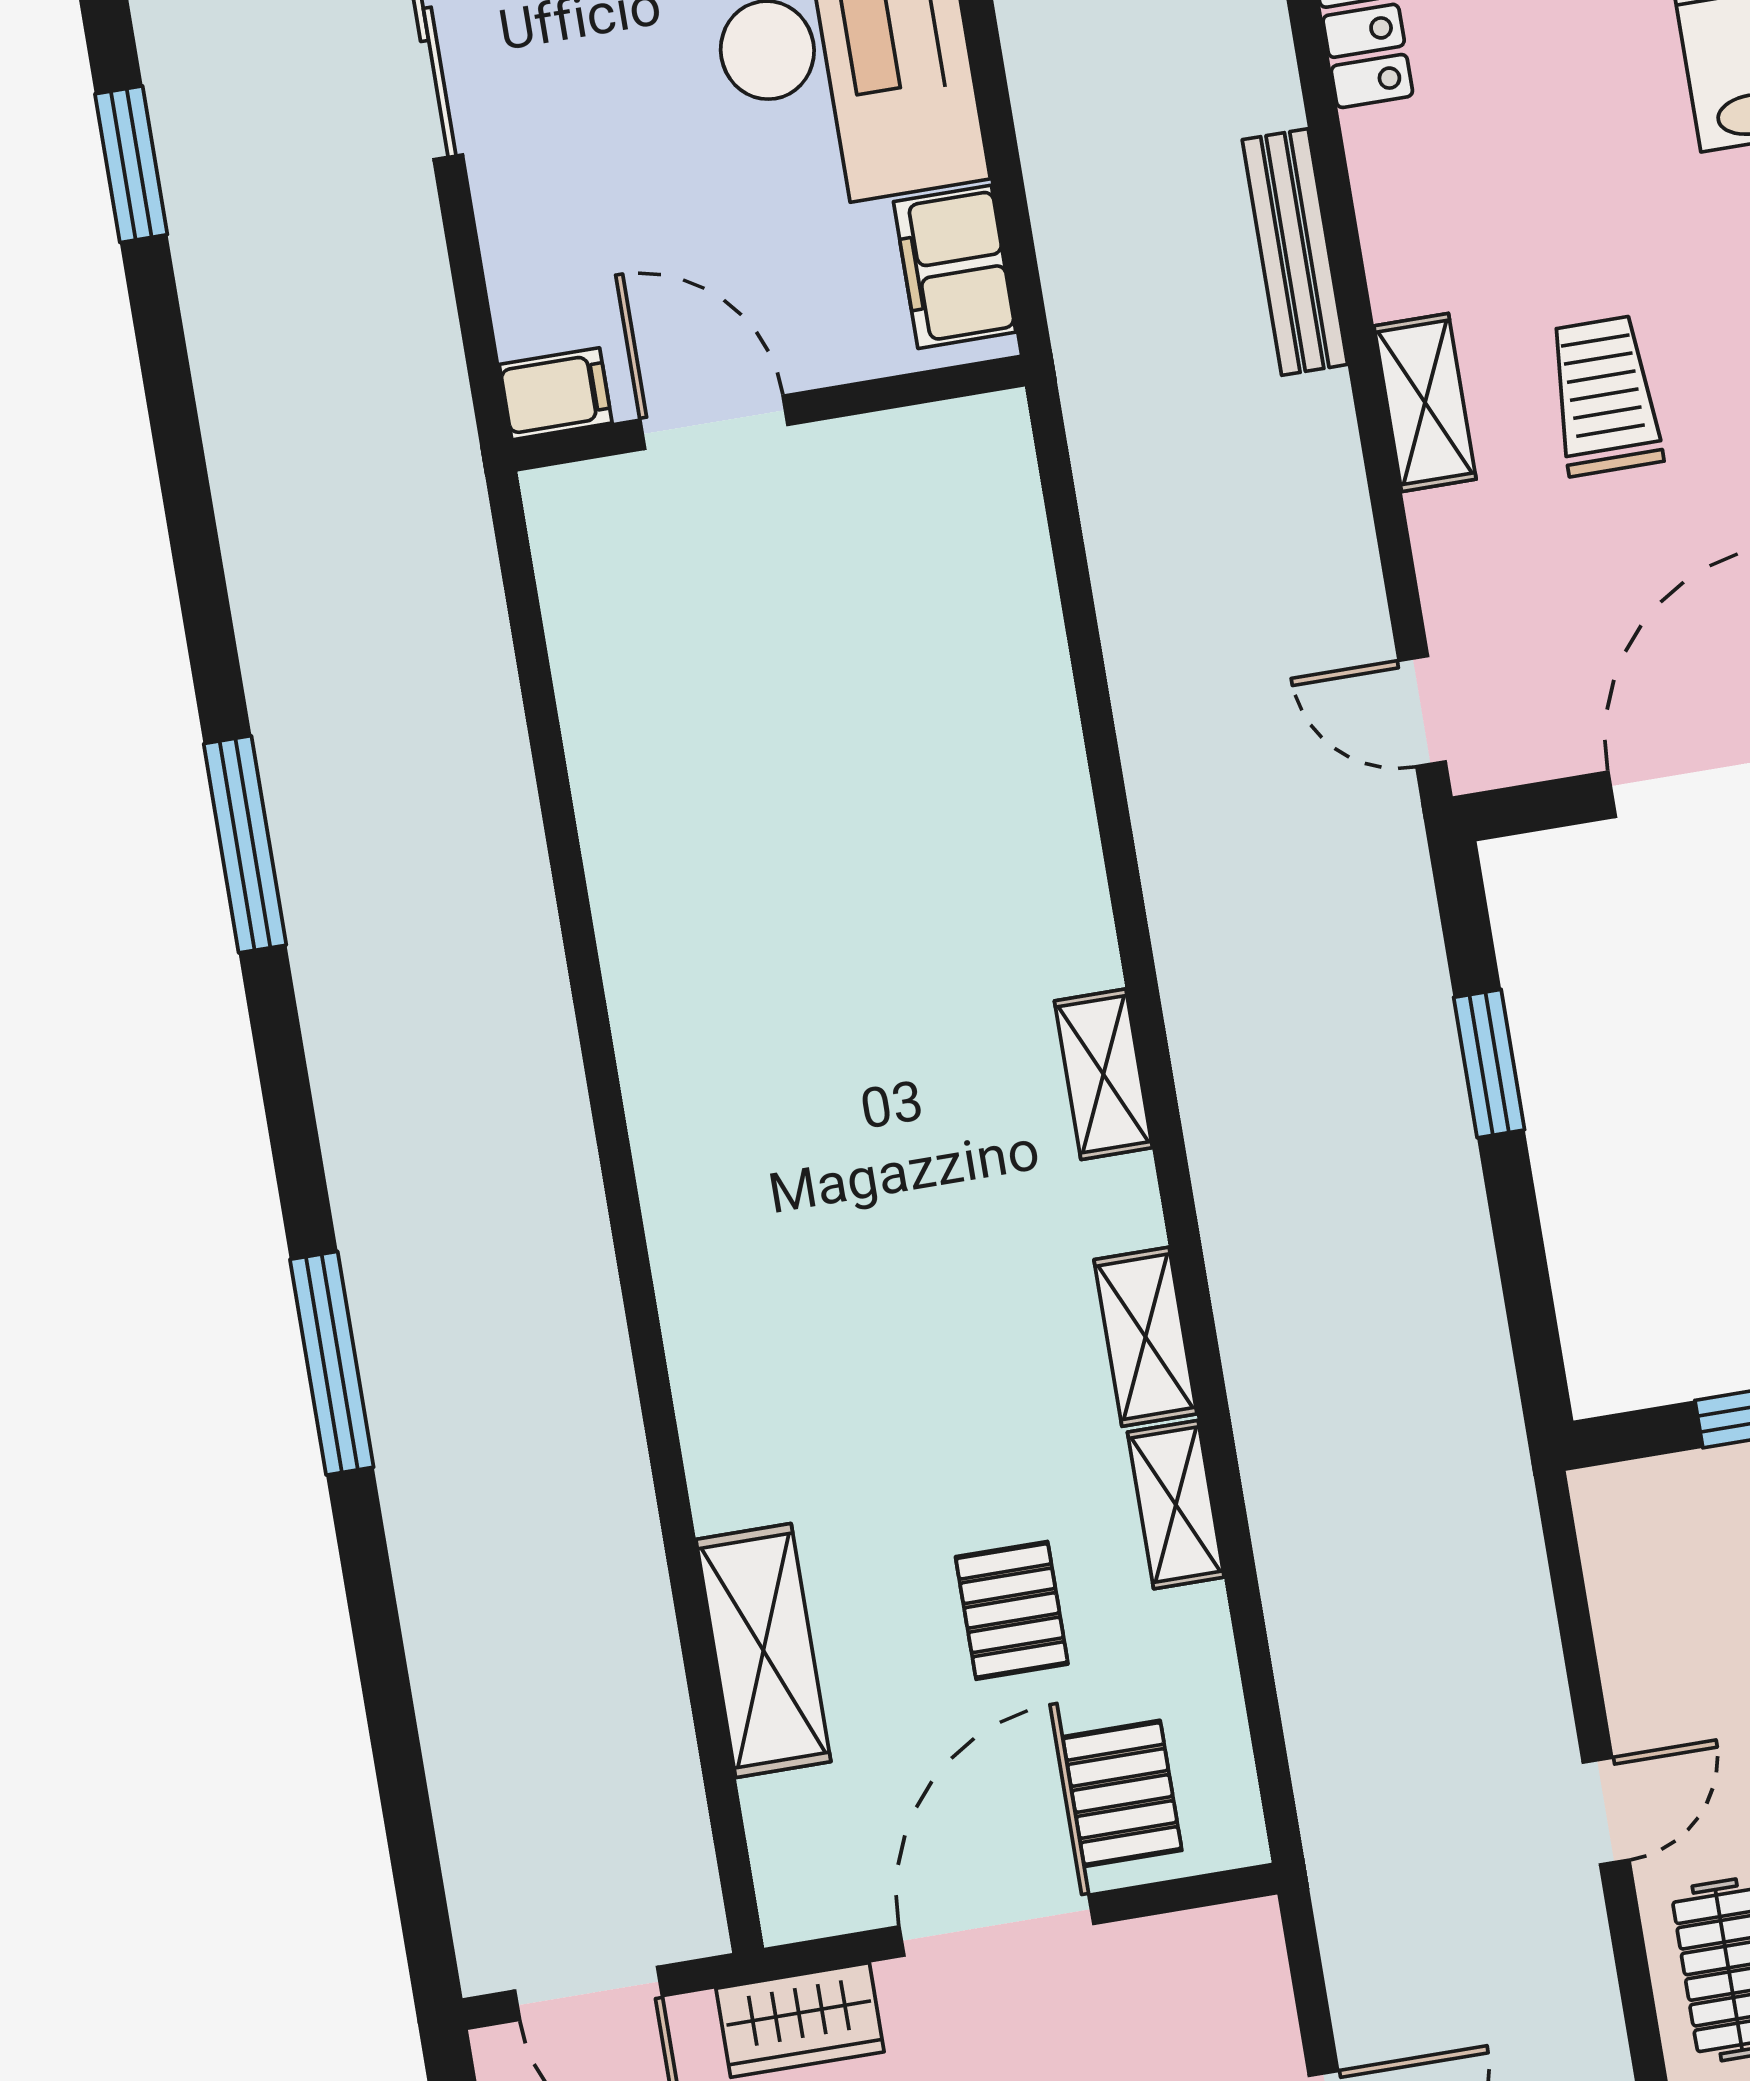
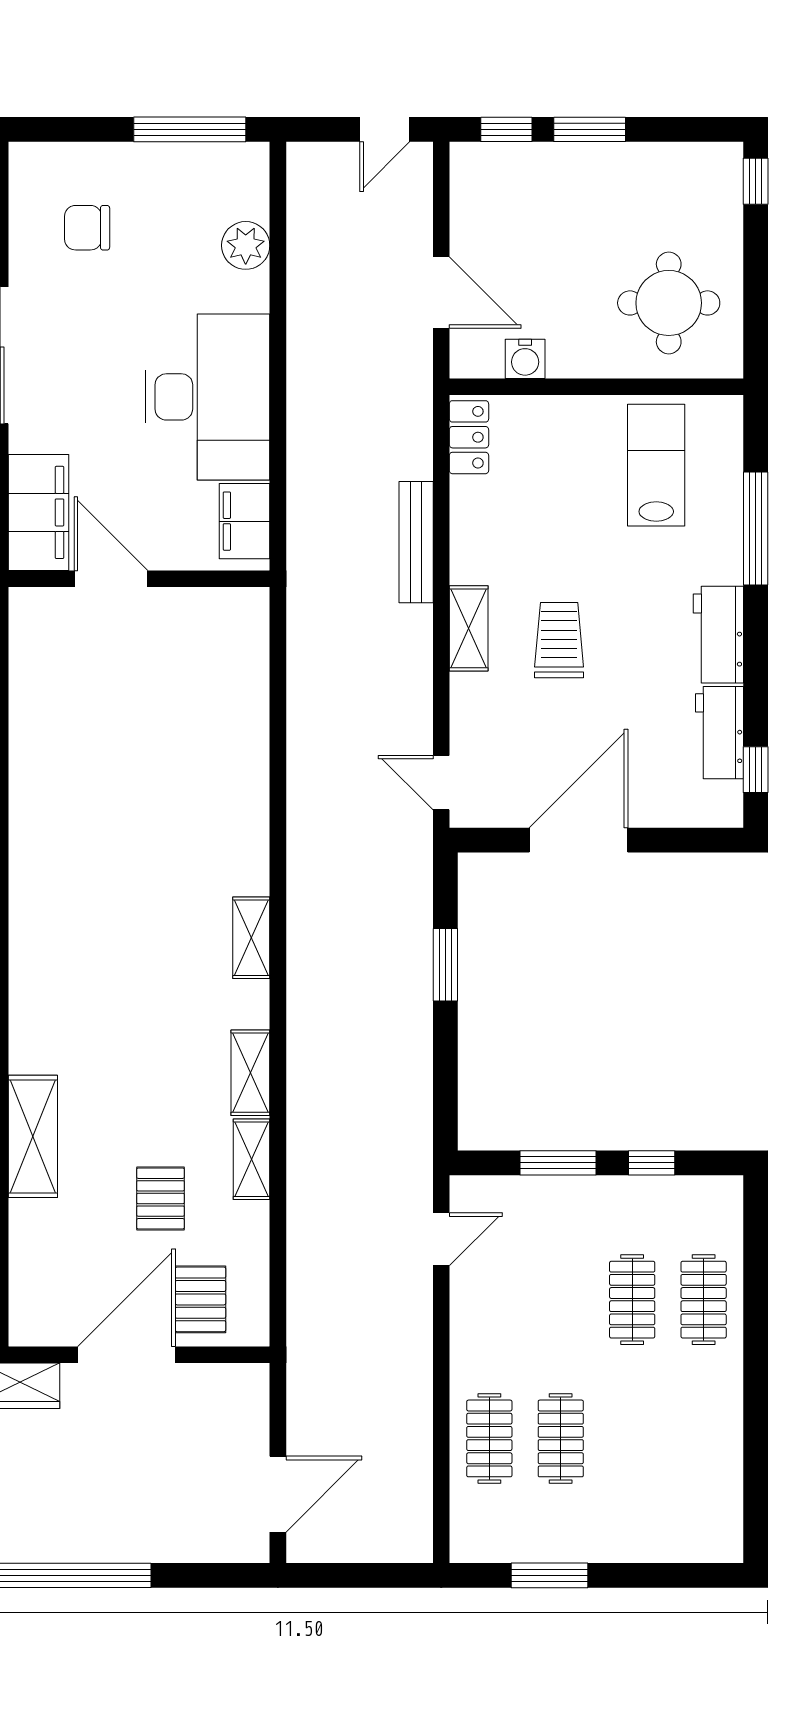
filing cabinet: (556, 394) -> (38, 512), width x3.00, depth x1.17
shelving: (763, 1650) -> (33, 1136), moved
door: (1606, 1811) -> (441, 1239), moved

